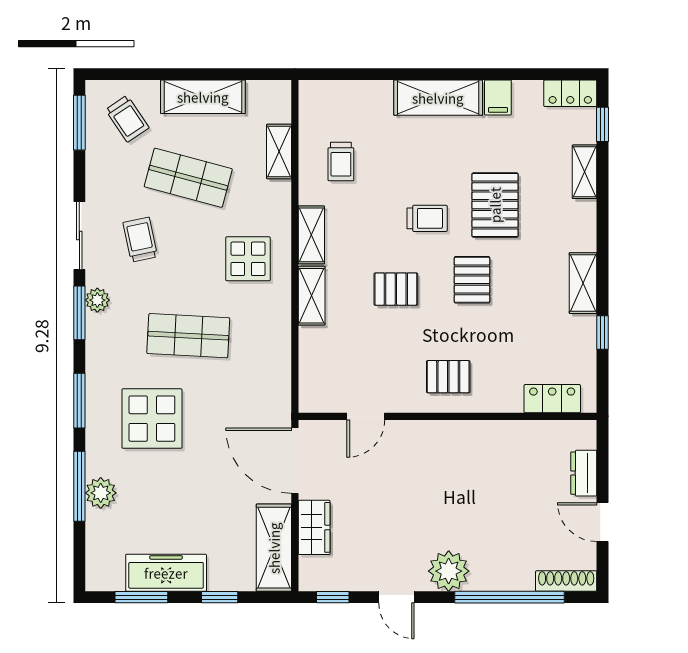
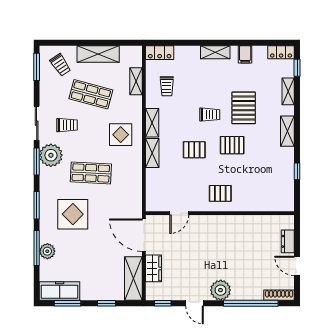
shelving: (438, 98) -> (215, 52), width x0.67, depth x0.75
trolley: (140, 240) -> (67, 125), turned 102
pallet: (472, 280) -> (232, 145), turned 90
shelving: (583, 283) -> (287, 131), moved
plant: (97, 300) -> (51, 155), width x1.88, depth x1.88
locker: (552, 399) -> (160, 53), moved, turned 180
freezer: (166, 573) -> (60, 291), moved

